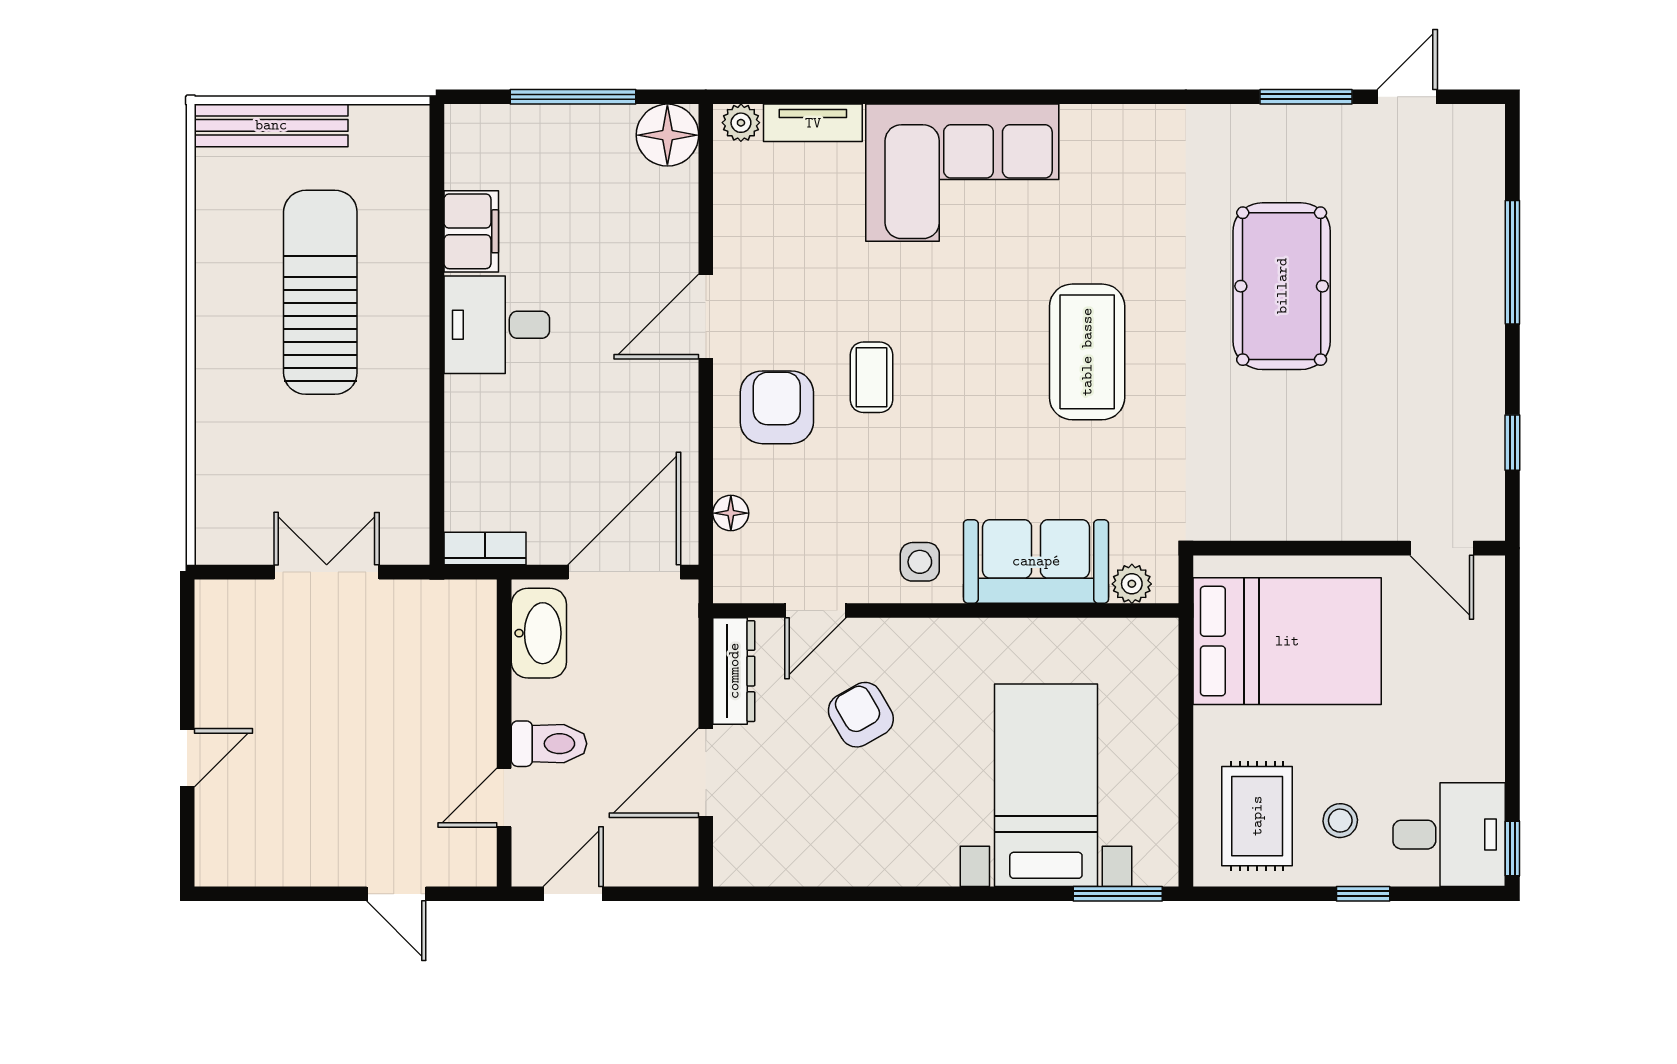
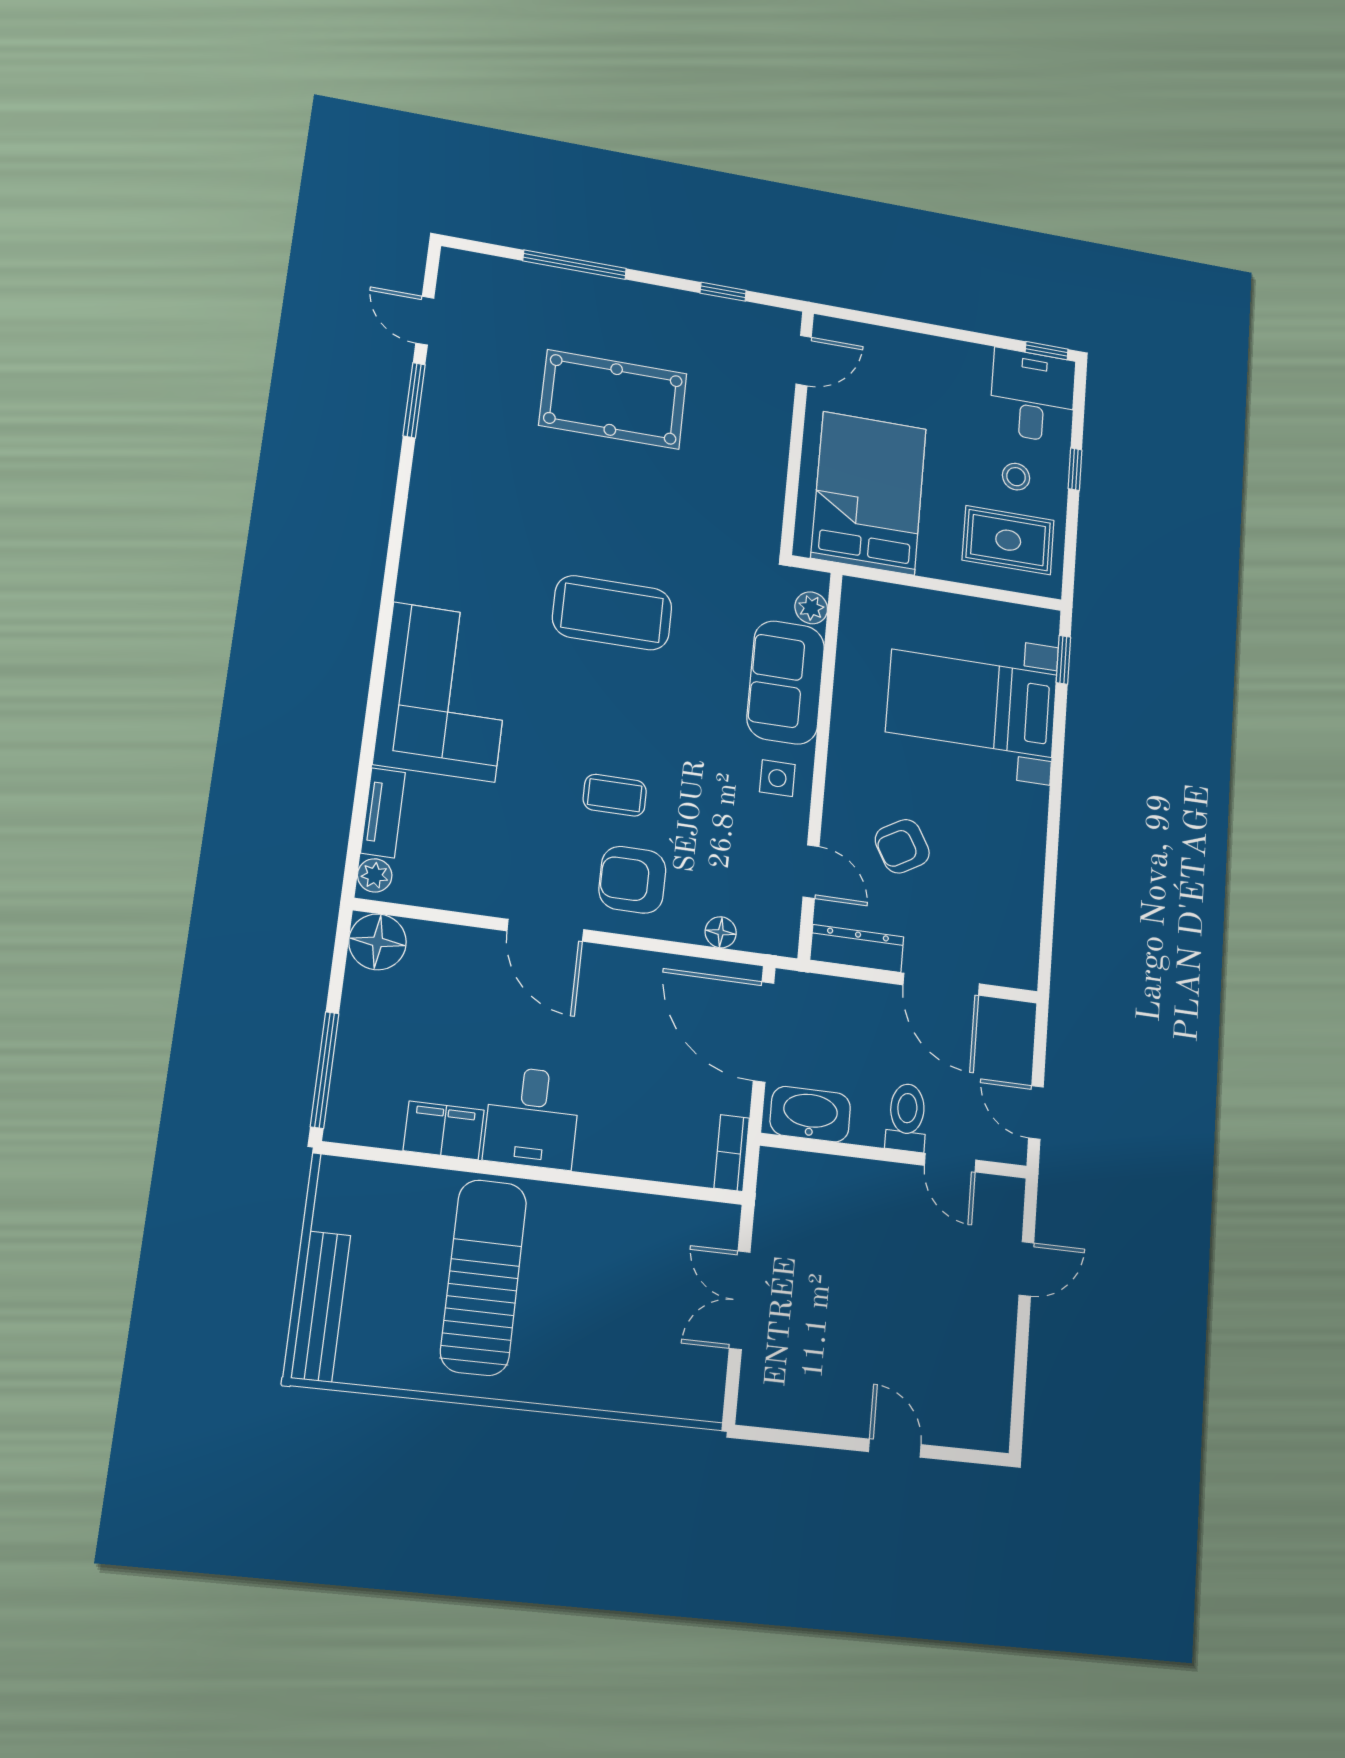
window: (573, 97) -> (325, 1070), moved
pool table: (1282, 286) -> (613, 399), moved
sun lounger: (320, 292) -> (484, 1277), turned 90
window: (1118, 894) -> (1063, 660), width x0.67

